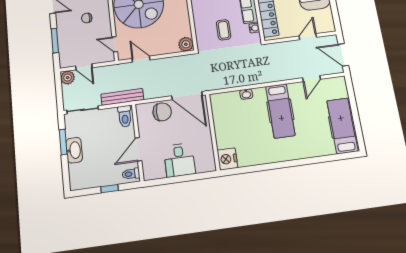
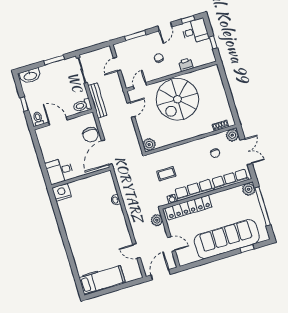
plant: (68, 78) -> (157, 220), moved
hospital bed: (280, 111) -> (106, 229), removed
washbasin: (74, 150) -> (30, 76), moved
desk: (179, 160) -> (60, 171), moved

